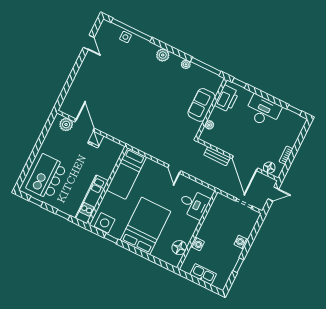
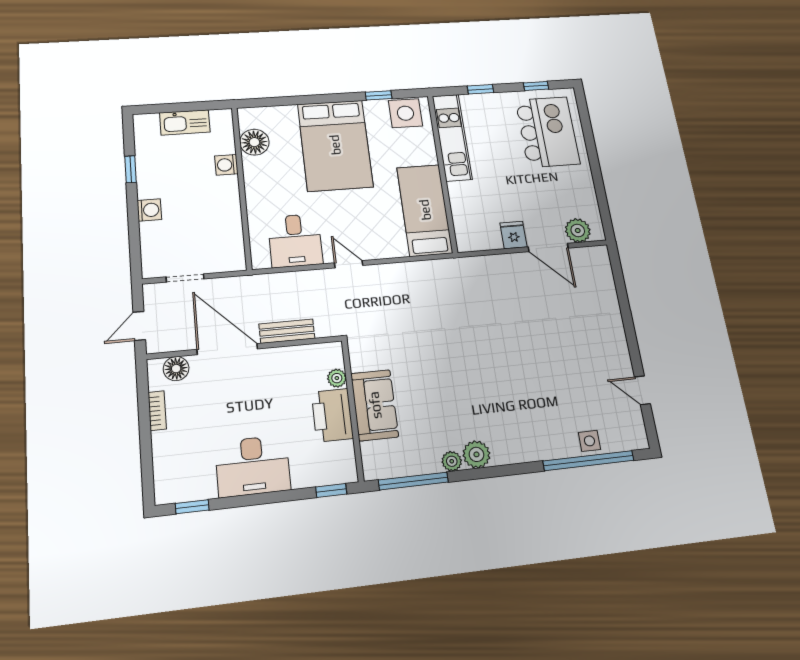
plant: (163, 55) -> (476, 454), moved
printer: (227, 99) -> (332, 415), moved
desk: (194, 204) -> (295, 241), moved, turned -90

